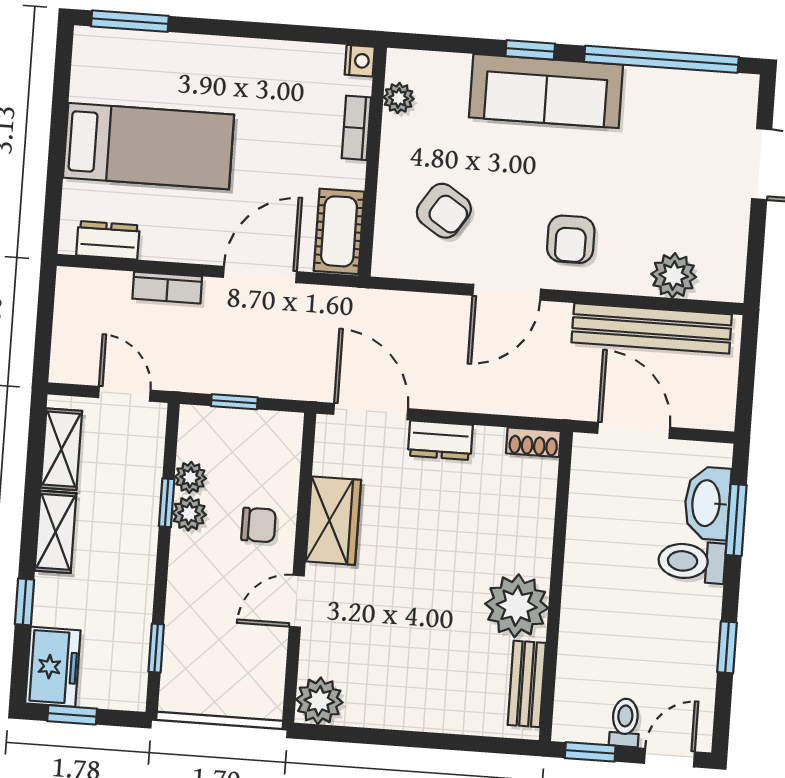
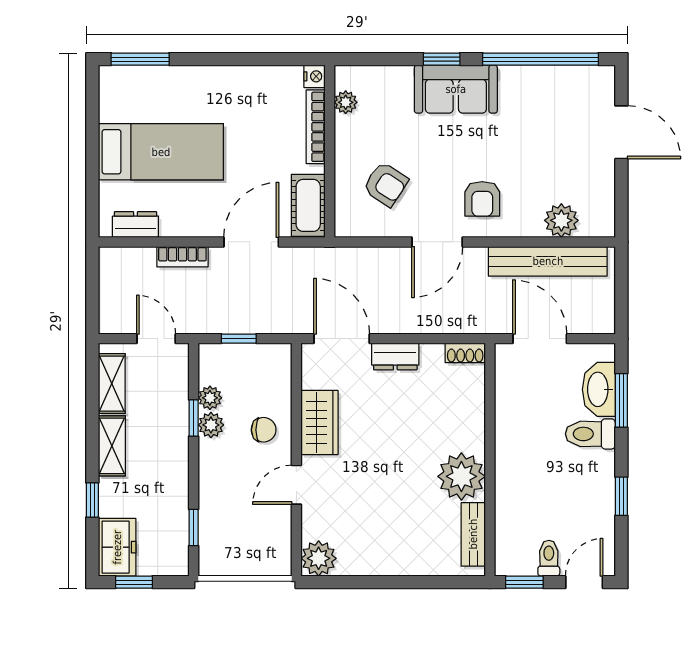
sofa: (546, 91) -> (456, 89), width x0.73
bookcase: (356, 128) -> (316, 127), width x1.56

